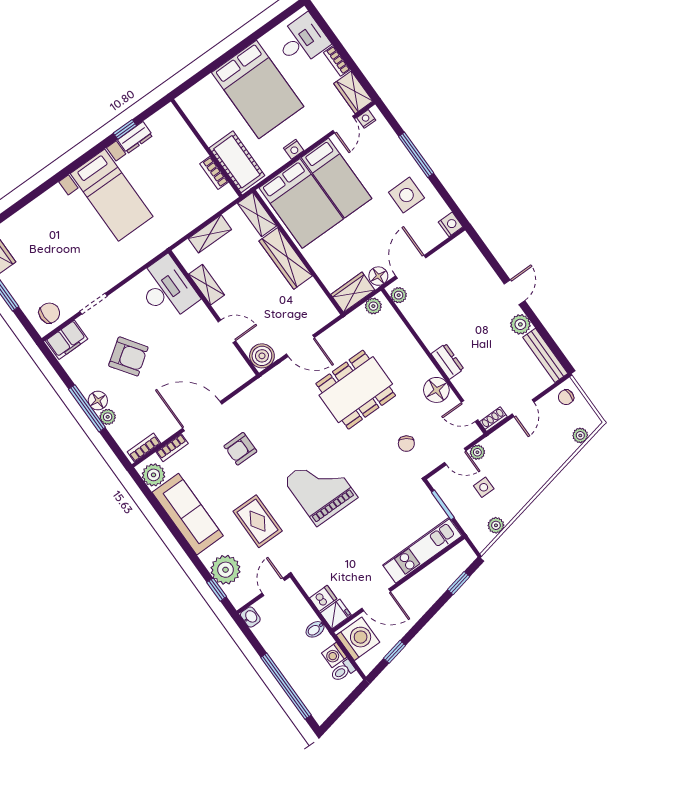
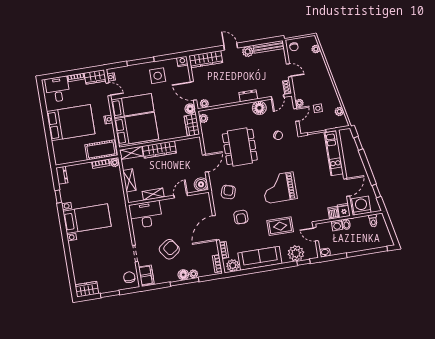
dresser: (135, 138) -> (62, 175), moved
plant: (228, 195) -> (115, 163), added
wardrobe: (473, 261) -> (206, 59), added
armchair: (272, 407) -> (228, 192), added
washing machine: (334, 655) -> (337, 225), moved

